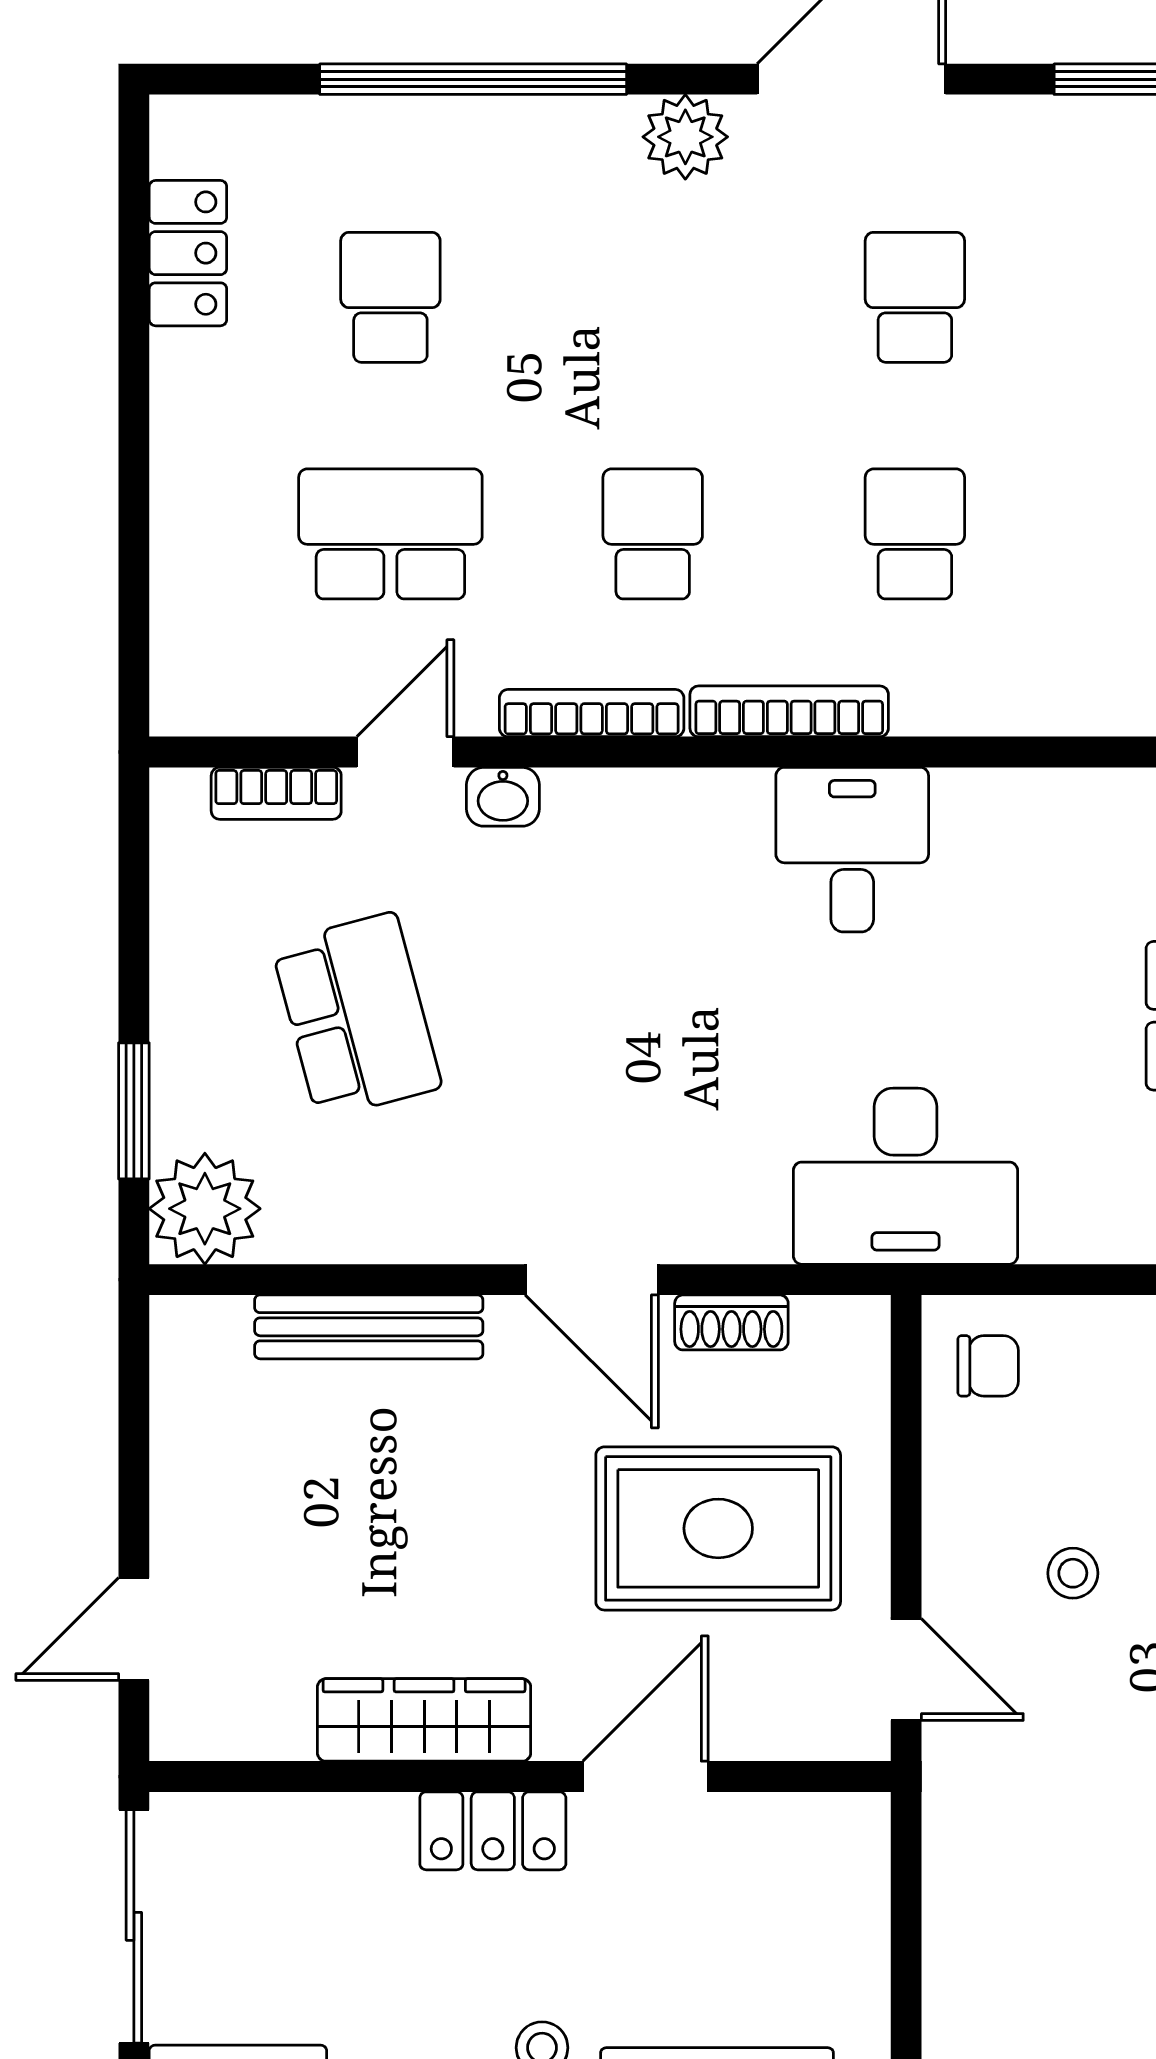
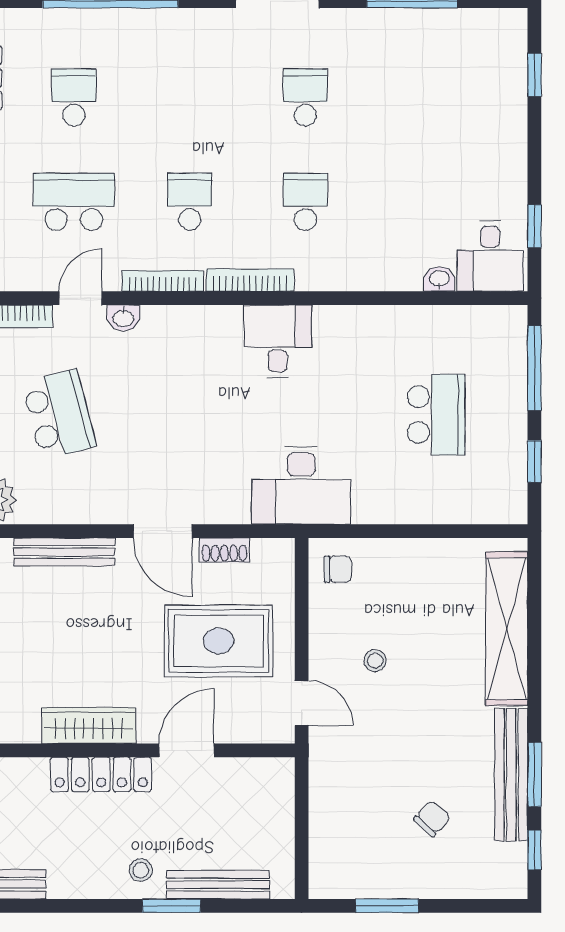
plant: (685, 137) -> (204, 27), removed
locker: (493, 1831) -> (101, 774), width x1.53

